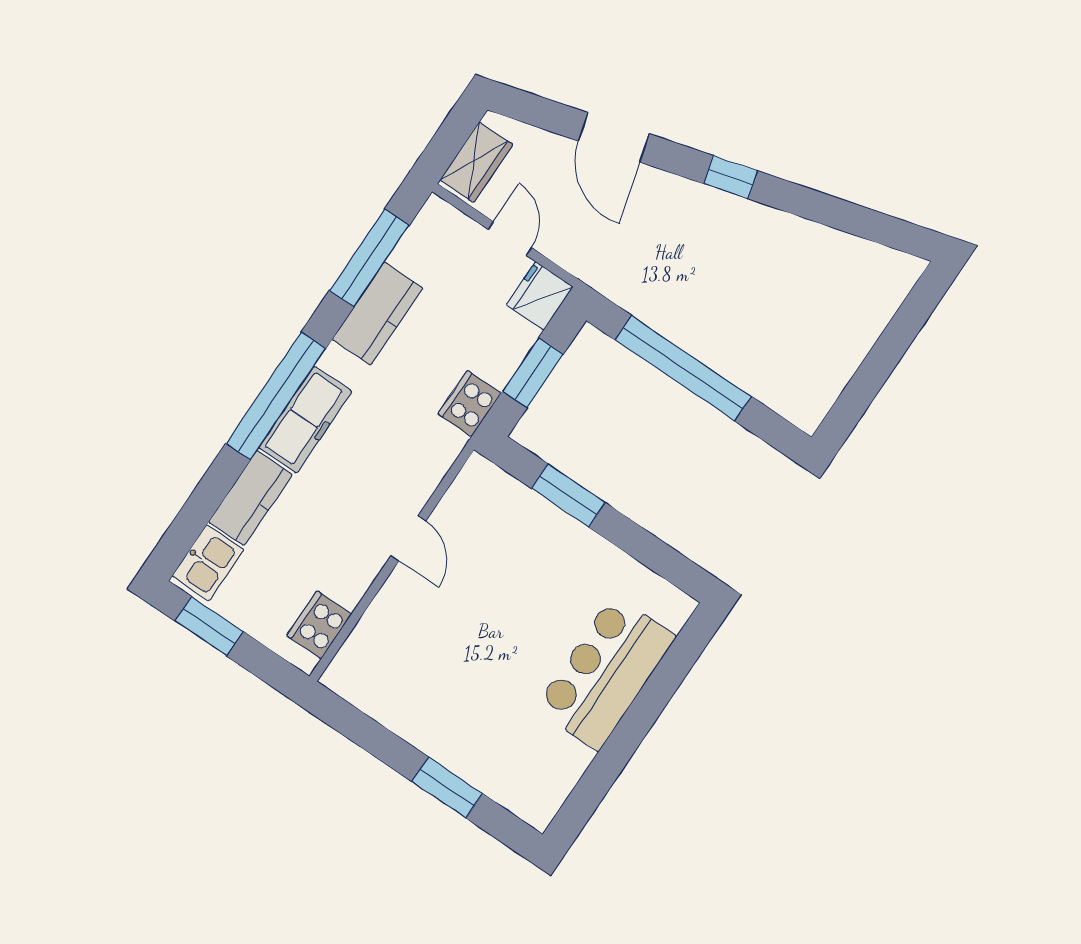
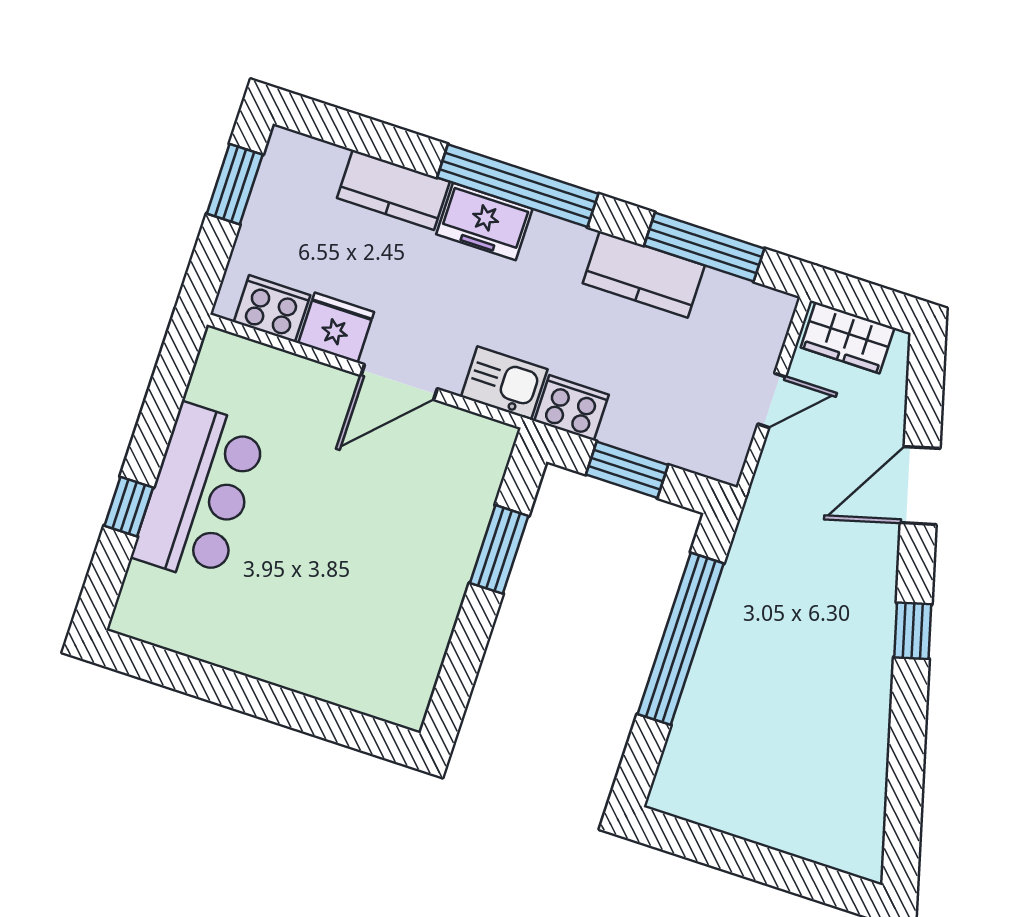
fridge: (540, 296) -> (336, 328), moved
freezer: (305, 420) -> (484, 222), width x0.71
door: (408, 538) -> (399, 382), width x1.38
kitchen sink: (208, 563) -> (504, 383), moved, turned 180
bar counter: (605, 673) -> (200, 493), moved, turned 90
window: (447, 787) -> (129, 507), width x0.67

